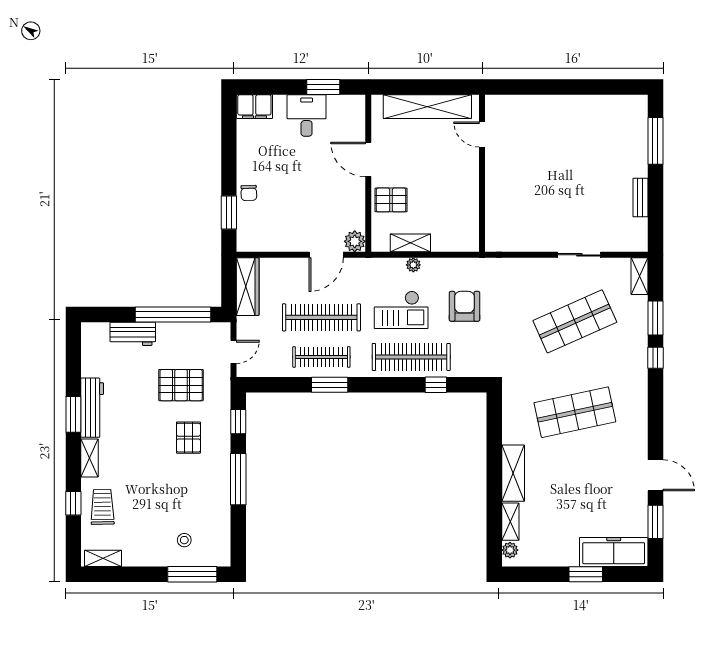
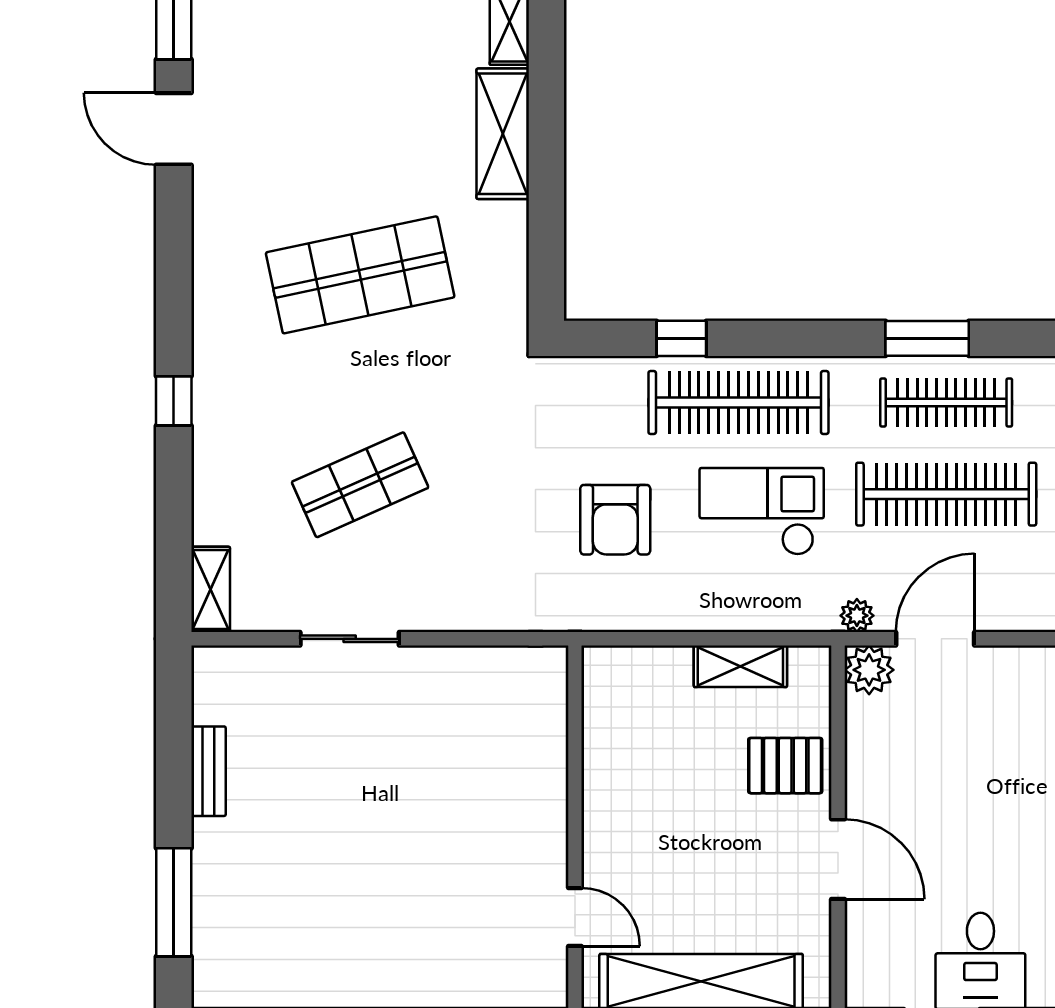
plant: (413, 265) -> (857, 616), moved
window: (655, 318) -> (174, 493), removed
shop shelf: (575, 321) -> (360, 485), width x0.70, depth x0.74

